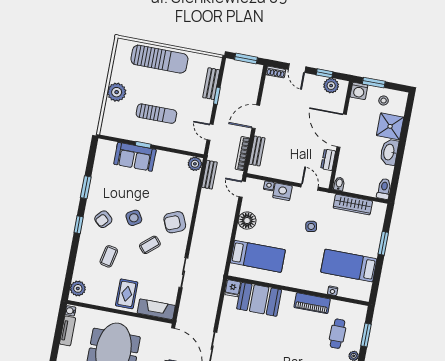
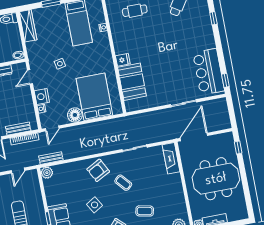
wardrobe: (353, 205) -> (28, 26), moved
side table: (134, 218) -> (95, 205), moved
armchair: (175, 222) -> (98, 170), turned 85
bed: (258, 256) -> (94, 97), width x1.50
fridge: (233, 288) -> (123, 60), moved
rug: (127, 294) -> (168, 186), removed
piano: (312, 303) -> (119, 40), removed

